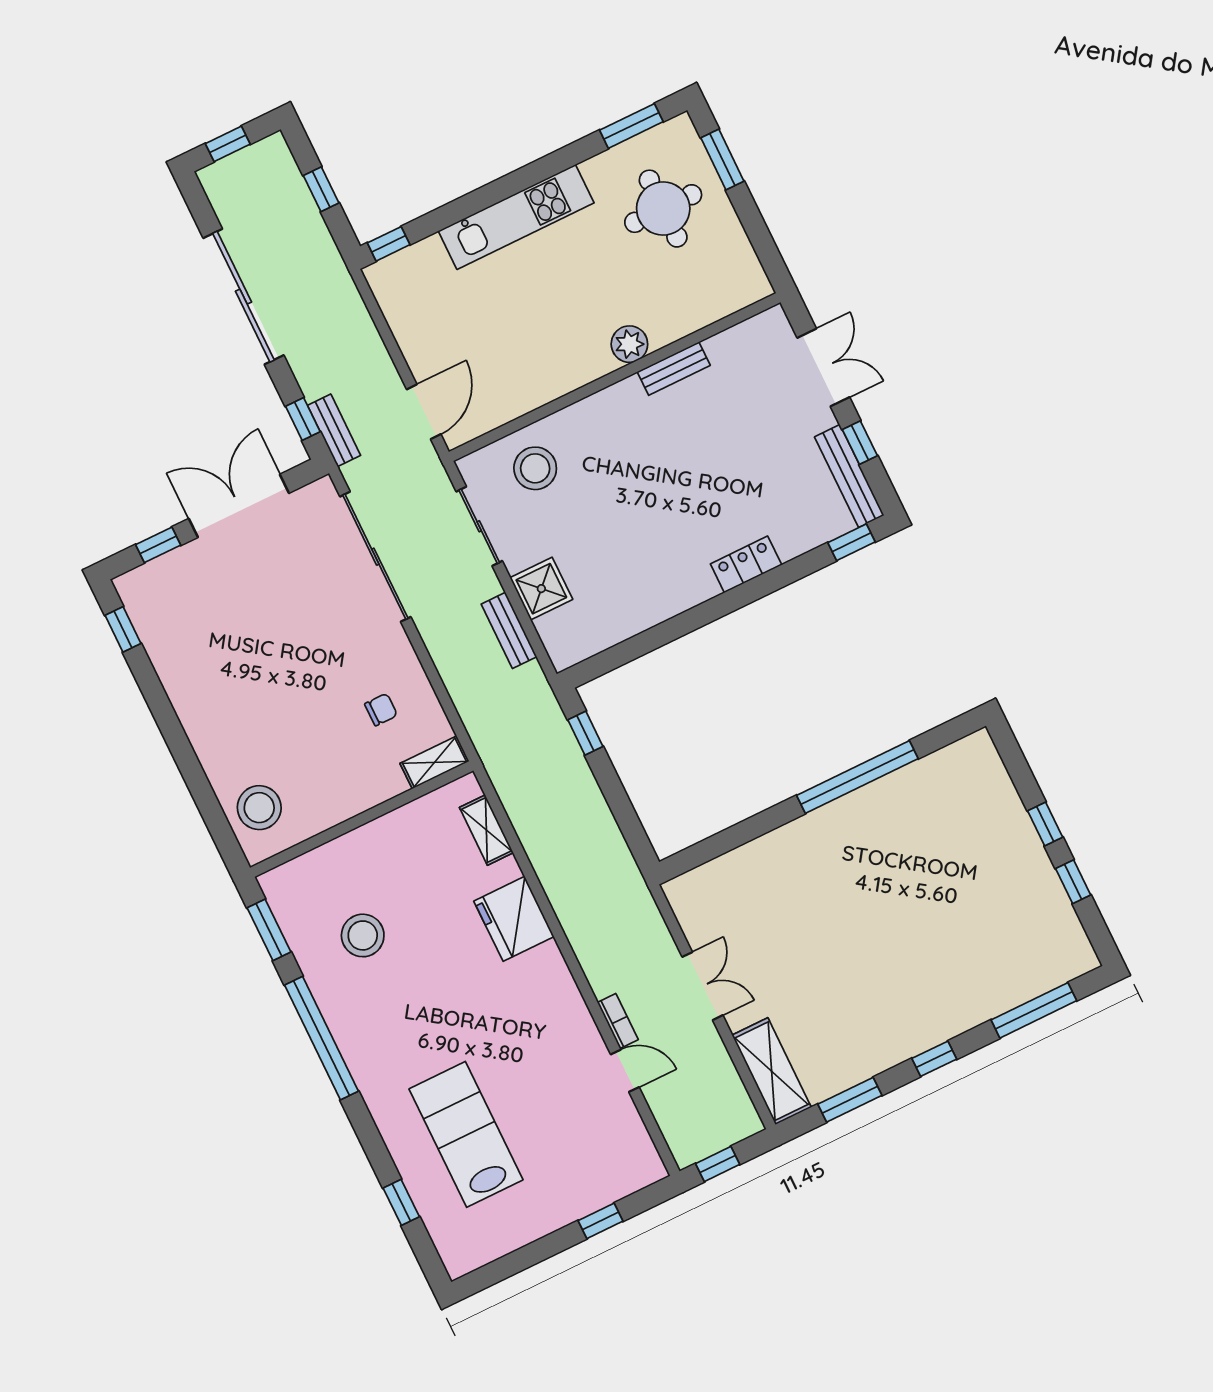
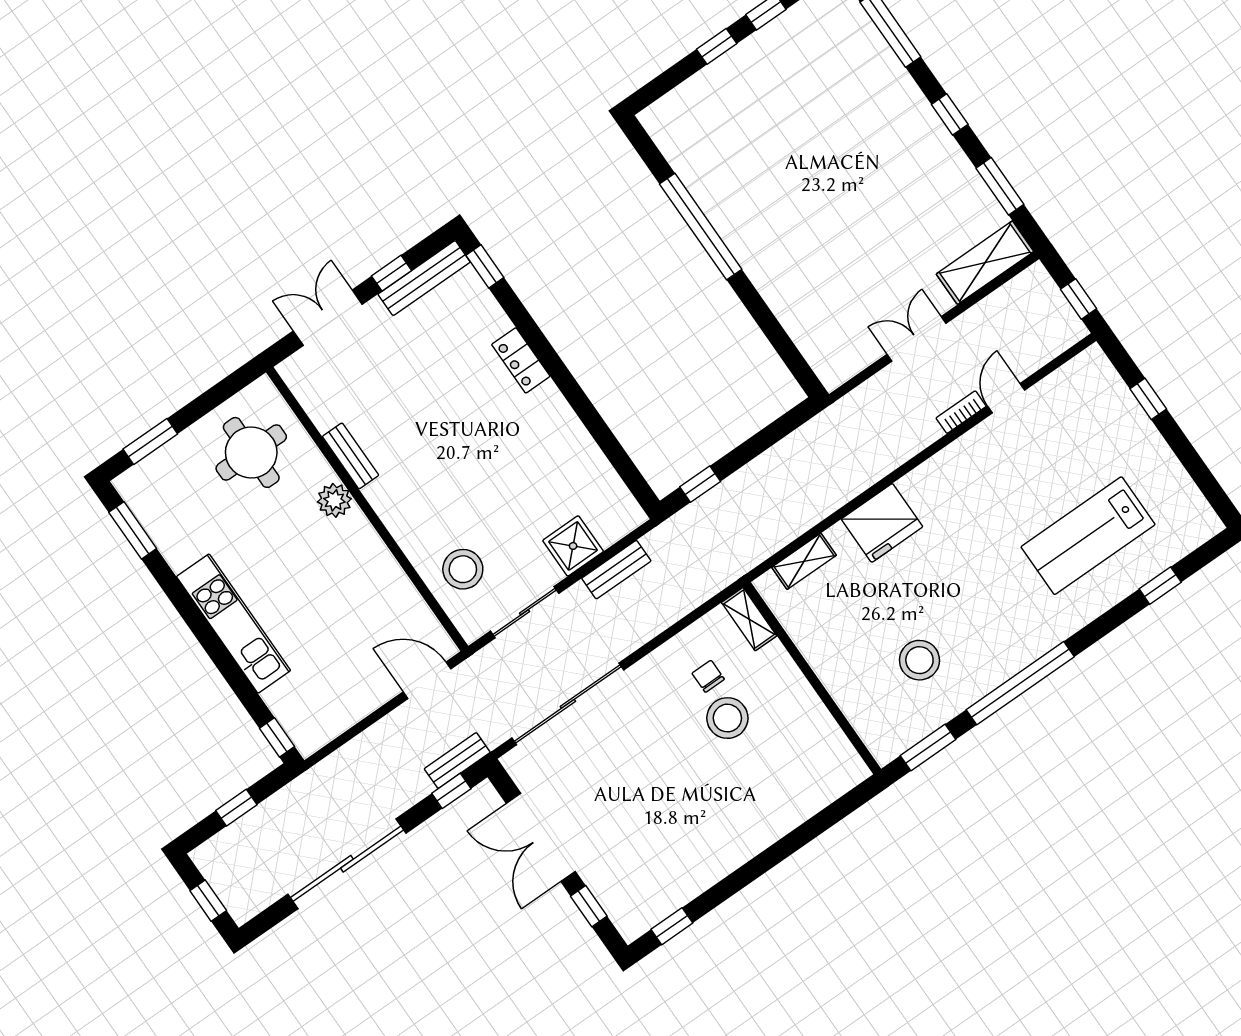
round table: (663, 209) -> (251, 452), moved
stool: (259, 808) -> (727, 718), moved

